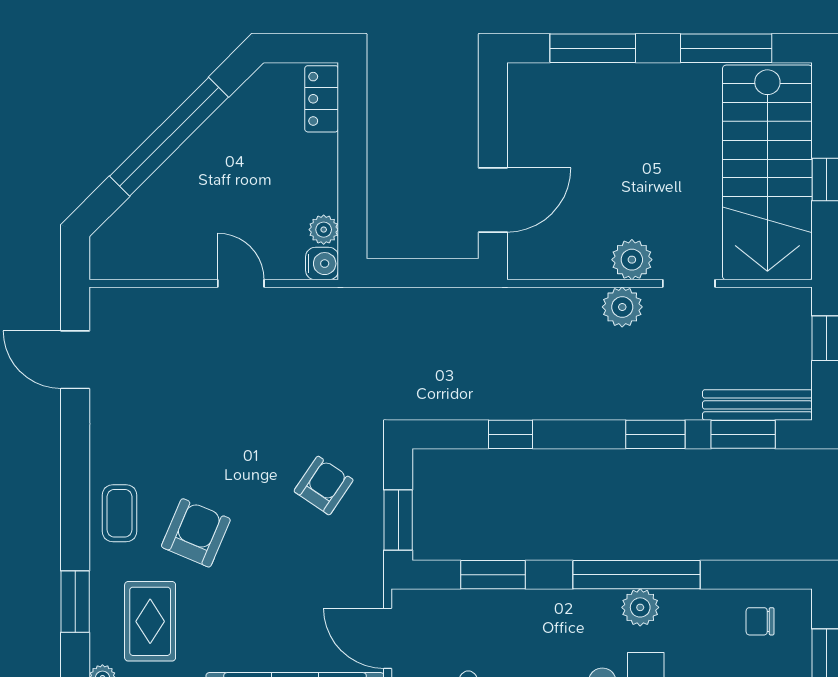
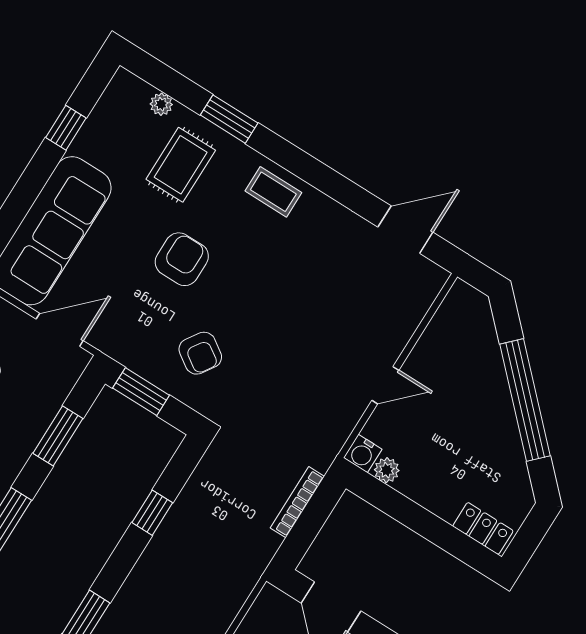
bookcase: (410, 298) -> (297, 502), added
armchair: (196, 533) -> (182, 259), moved, turned -113
rug: (150, 621) -> (181, 165), turned 90

